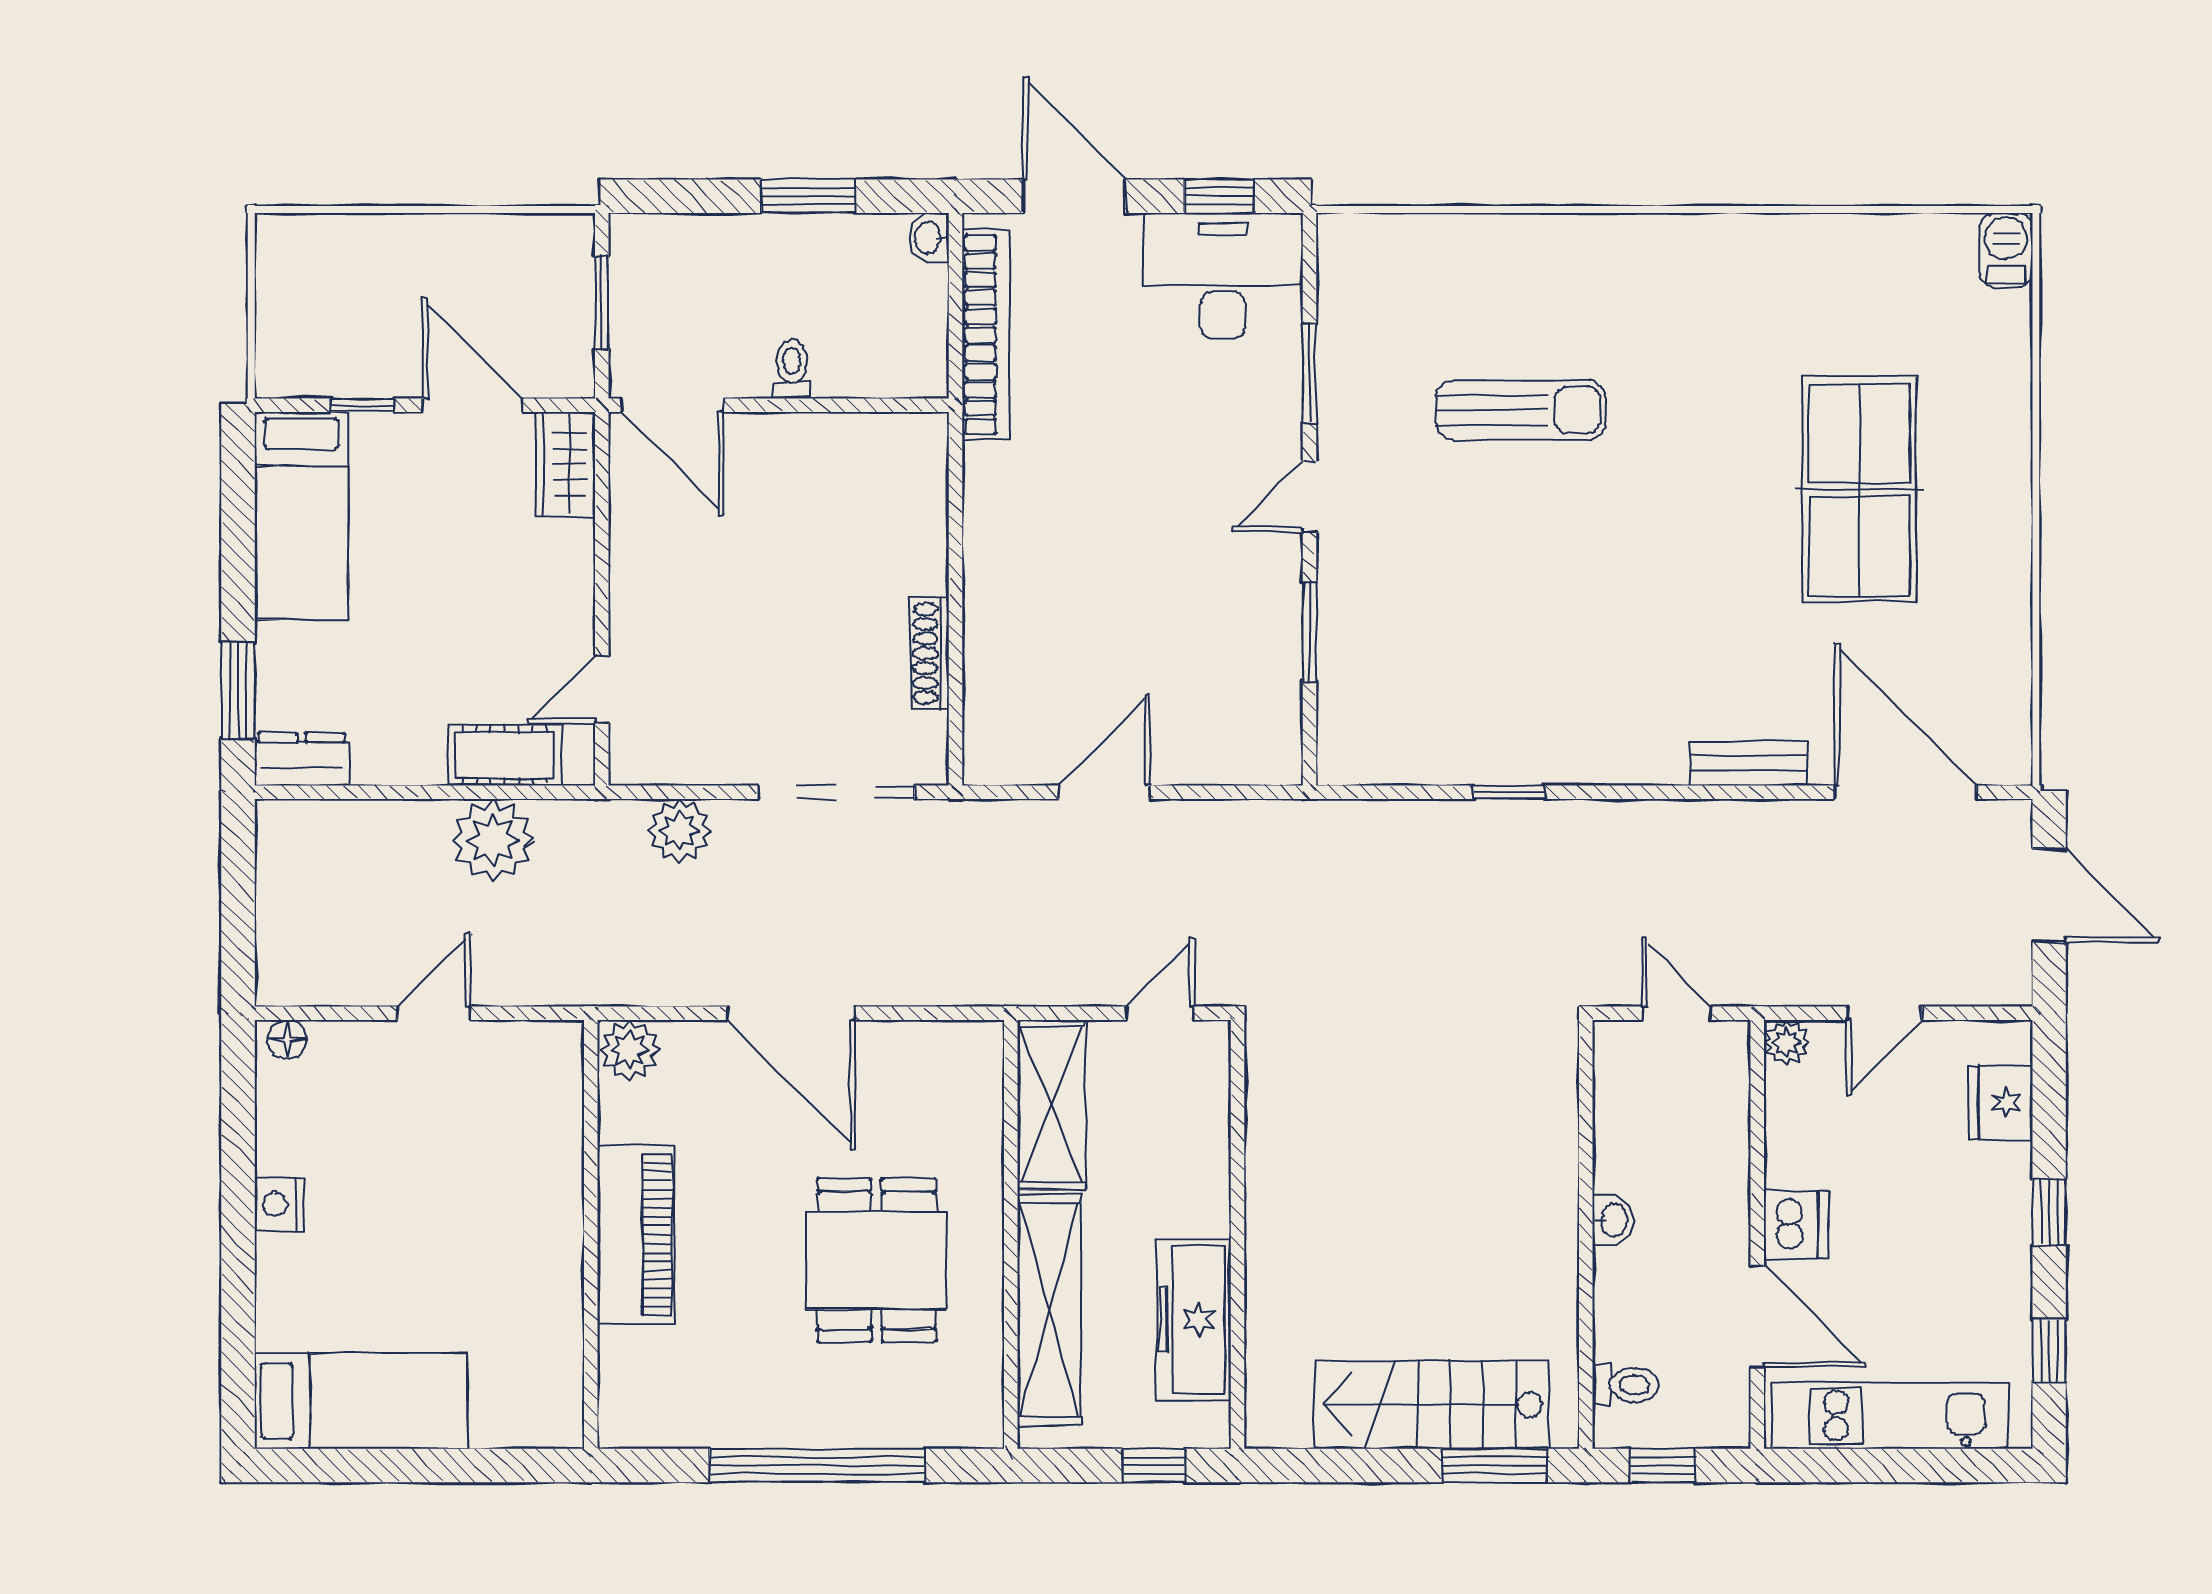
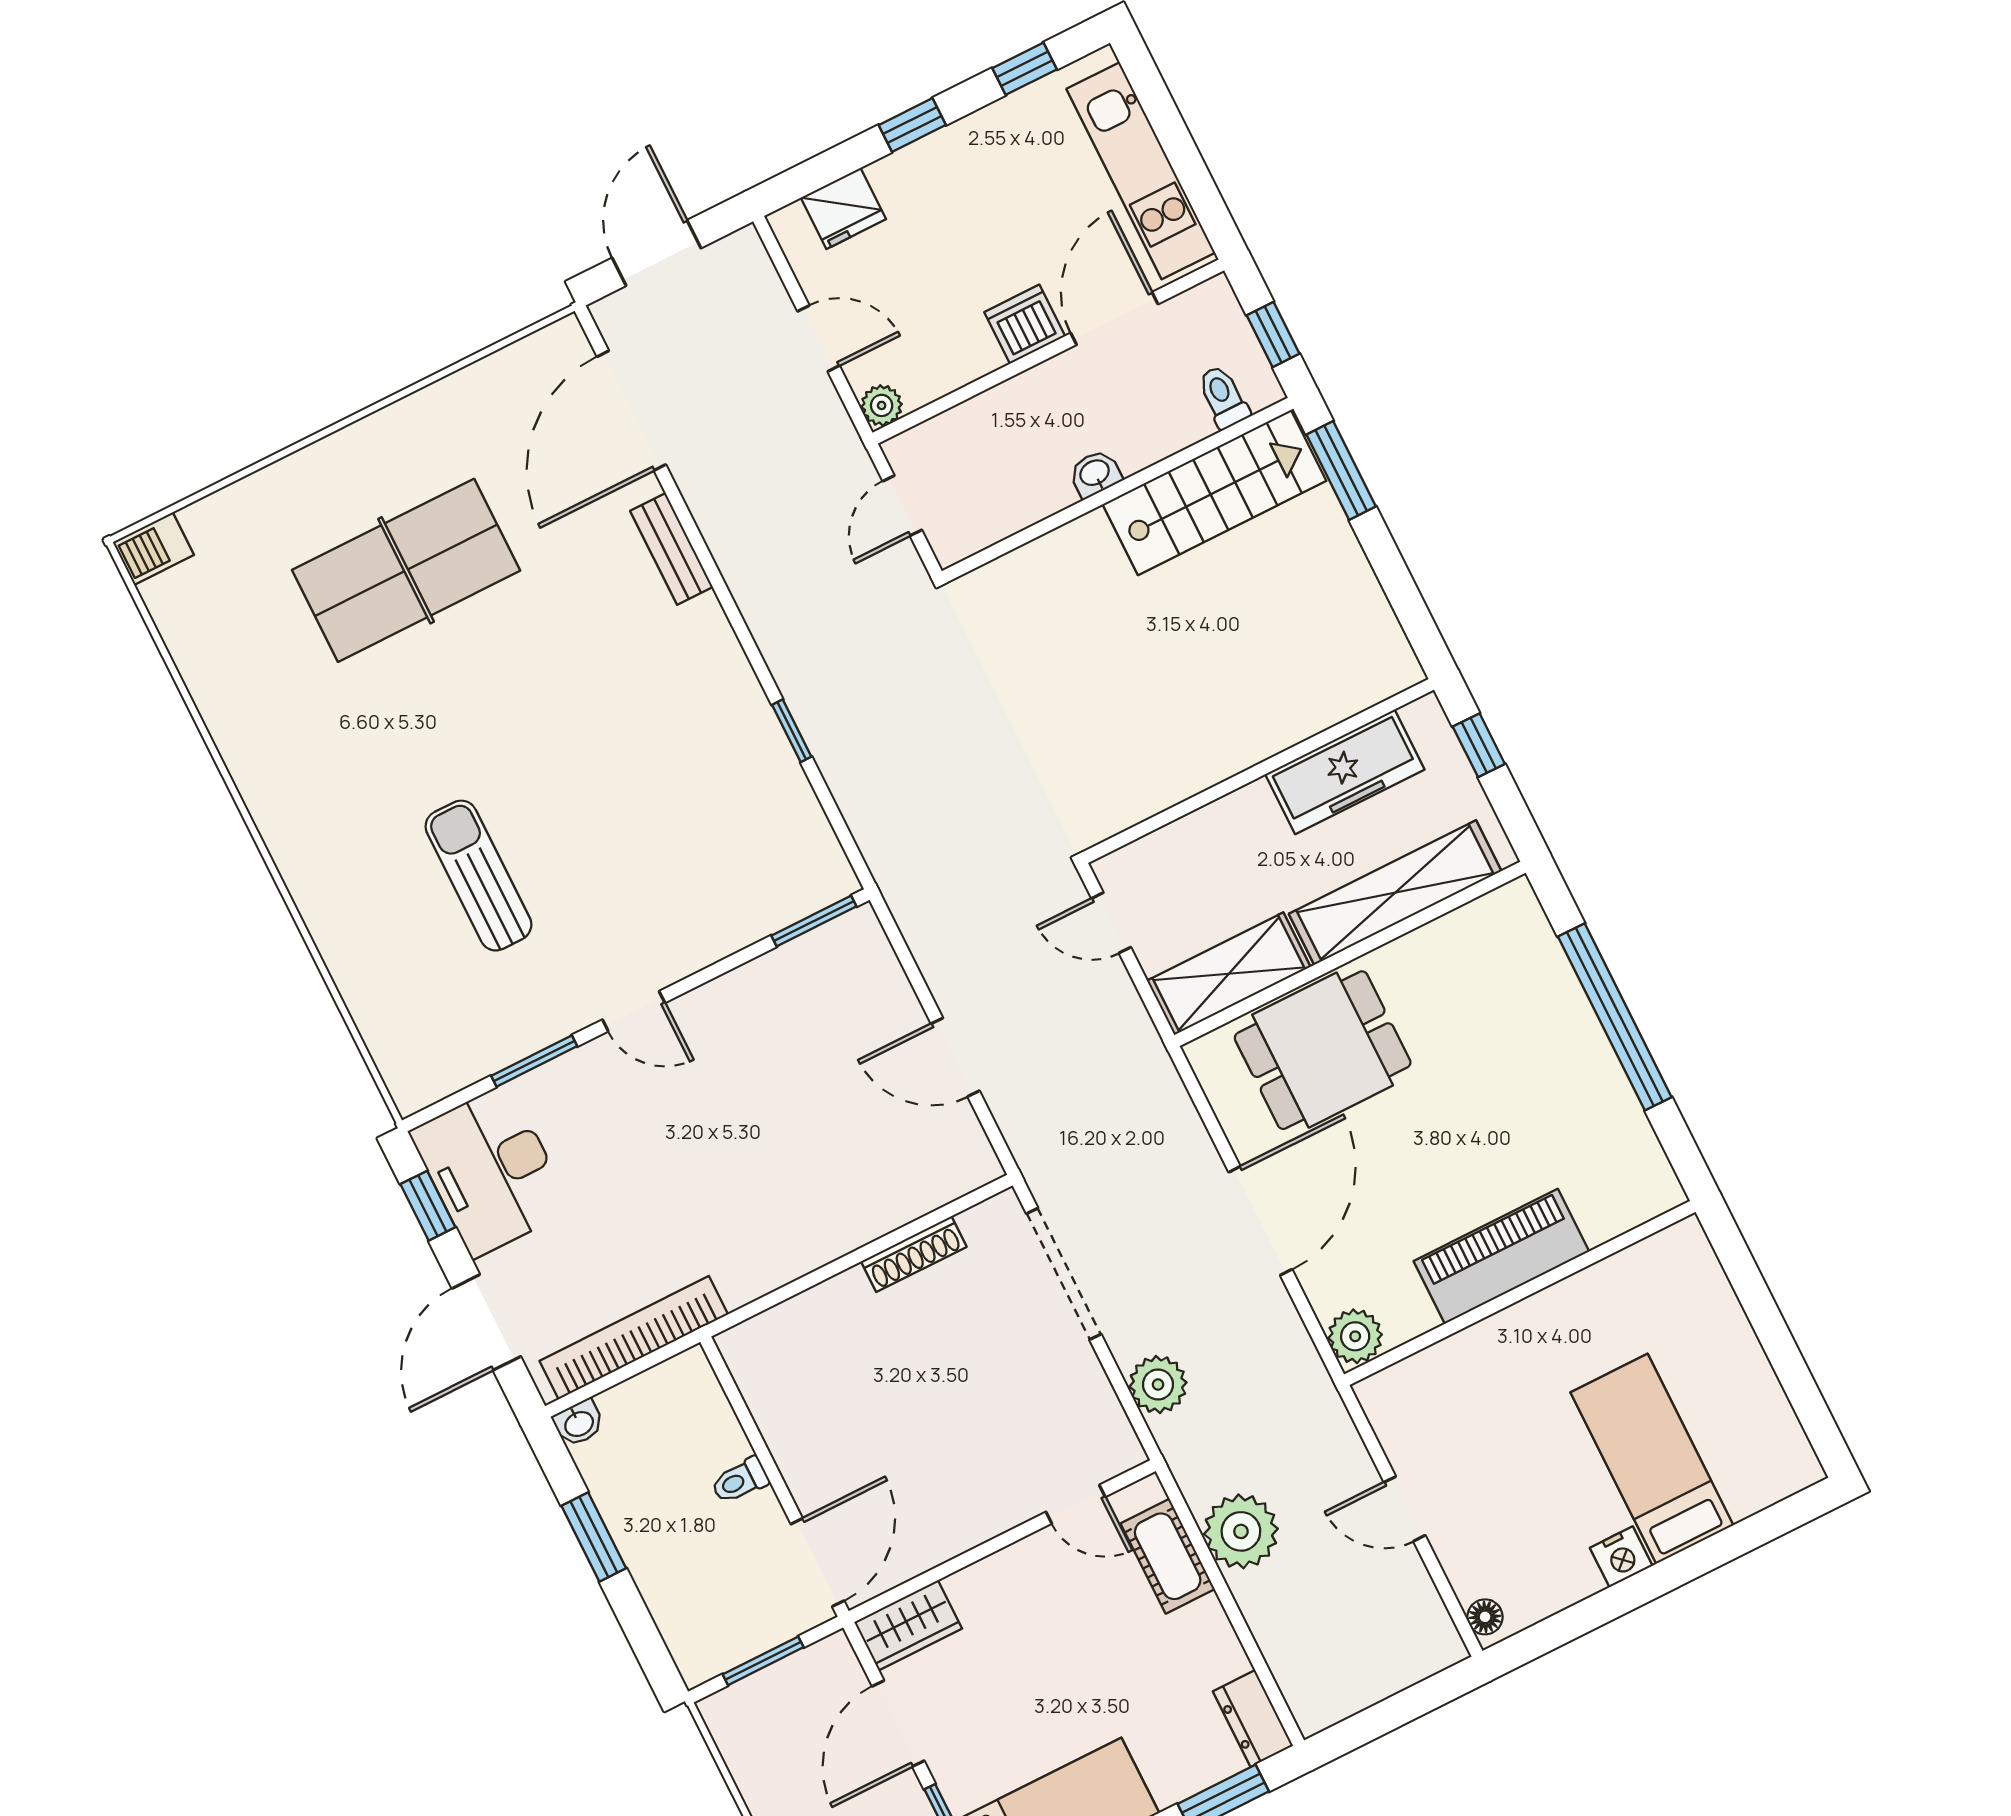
window: (1309, 632) -> (814, 921), moved
dining table: (877, 1260) -> (1323, 1050), moved
bed: (361, 1401) -> (1652, 1459), moved
stairs: (1431, 1405) -> (1214, 493), moved, turned -90

